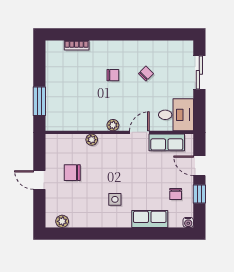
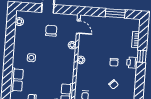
window: (101, 34) -> (142, 56), added
printer: (111, 48) -> (132, 63), added
window: (39, 101) -> (115, 13), moved
door: (139, 132) -> (78, 27), moved

